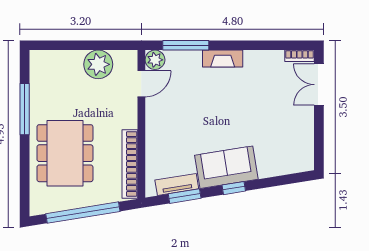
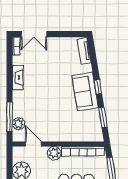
fireplace: (223, 59) -> (18, 78), moved
plant: (155, 60) -> (19, 124), moved
plant: (127, 117) -> (54, 153), added
tv unit: (177, 184) -> (84, 51), moved

